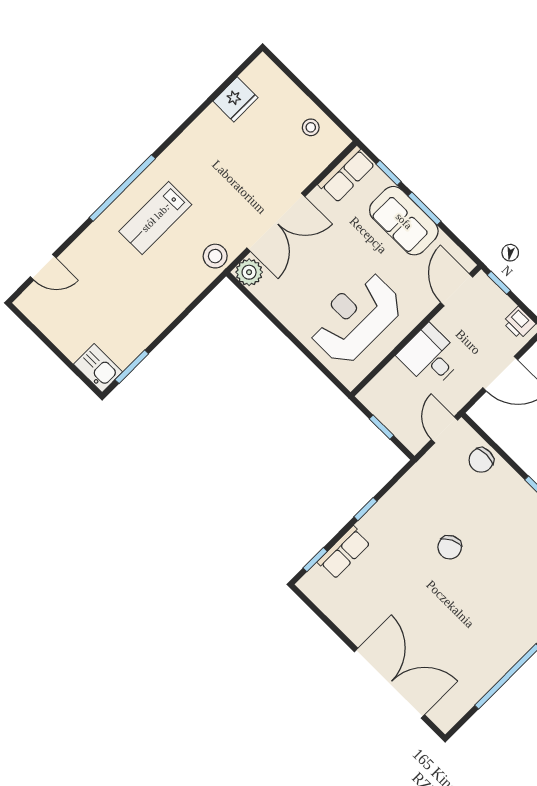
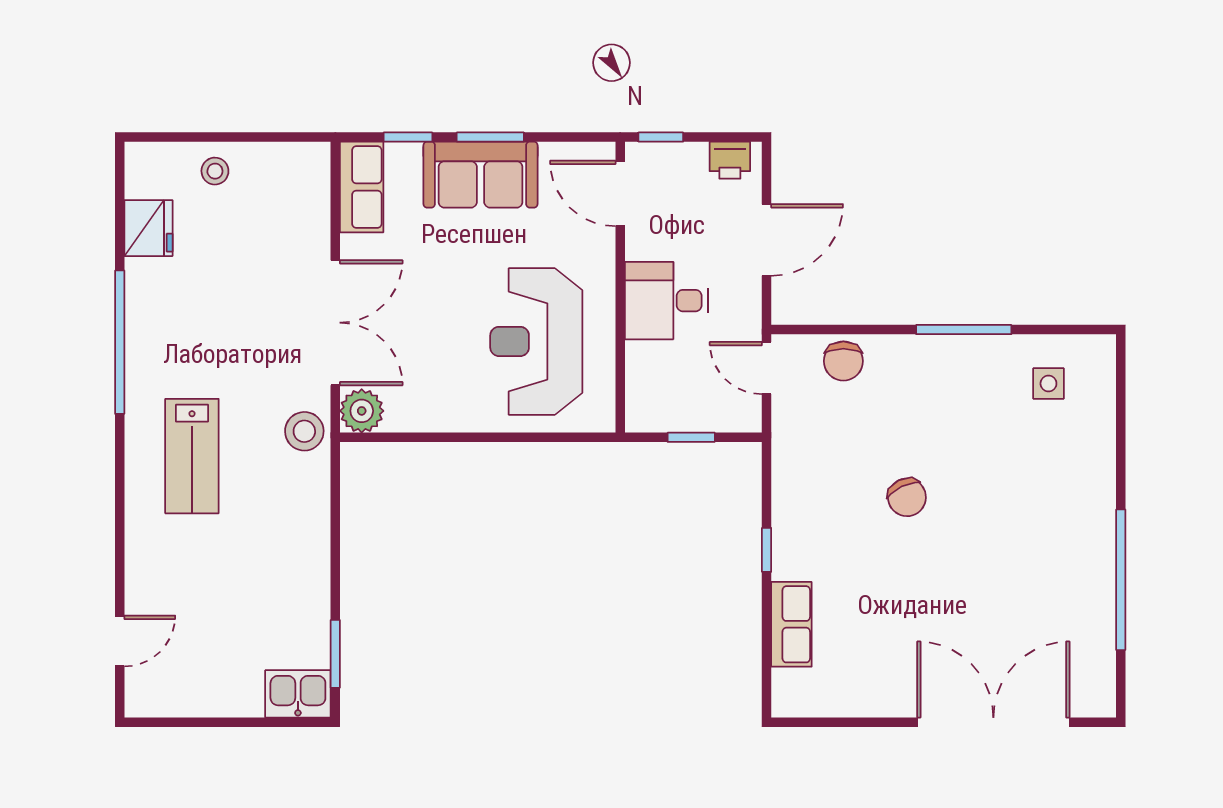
stool: (311, 127) -> (215, 171), moved
window: (122, 188) -> (120, 342), moved
window: (315, 560) -> (767, 665), removed

